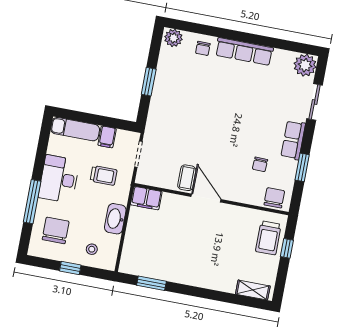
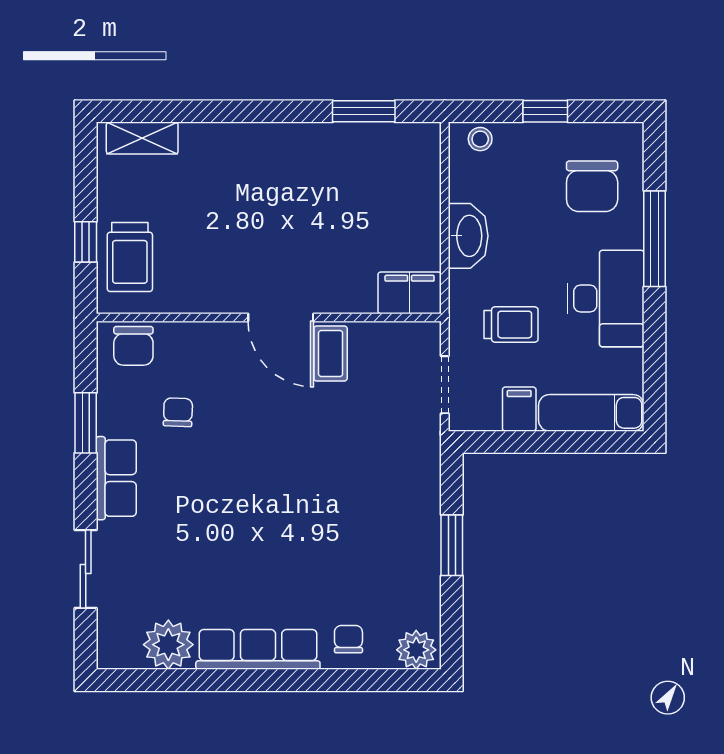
plant: (305, 65) -> (168, 645), moved
trolley: (104, 175) -> (511, 325), turned 180
trolley: (268, 238) -> (130, 257), turned 180
stool: (92, 249) -> (480, 139), moved

